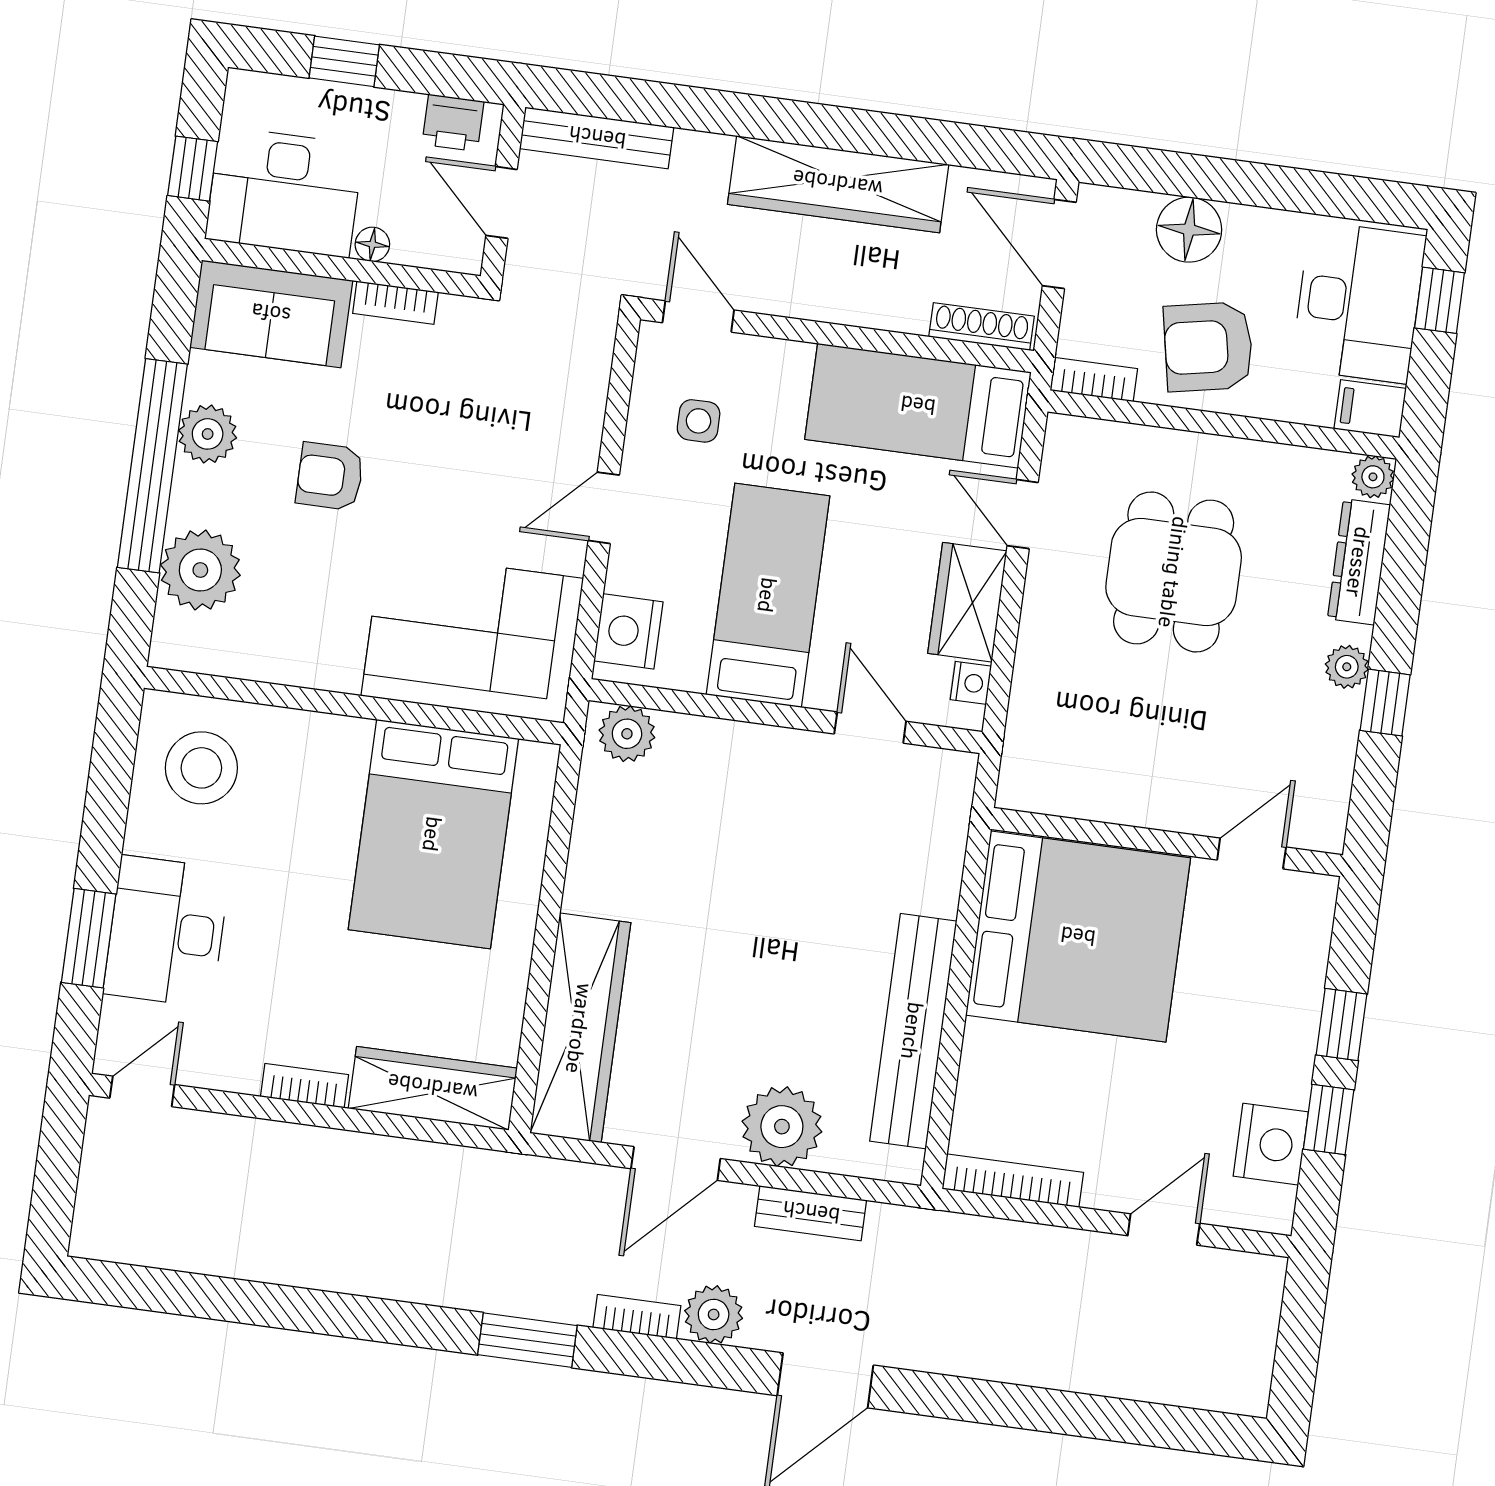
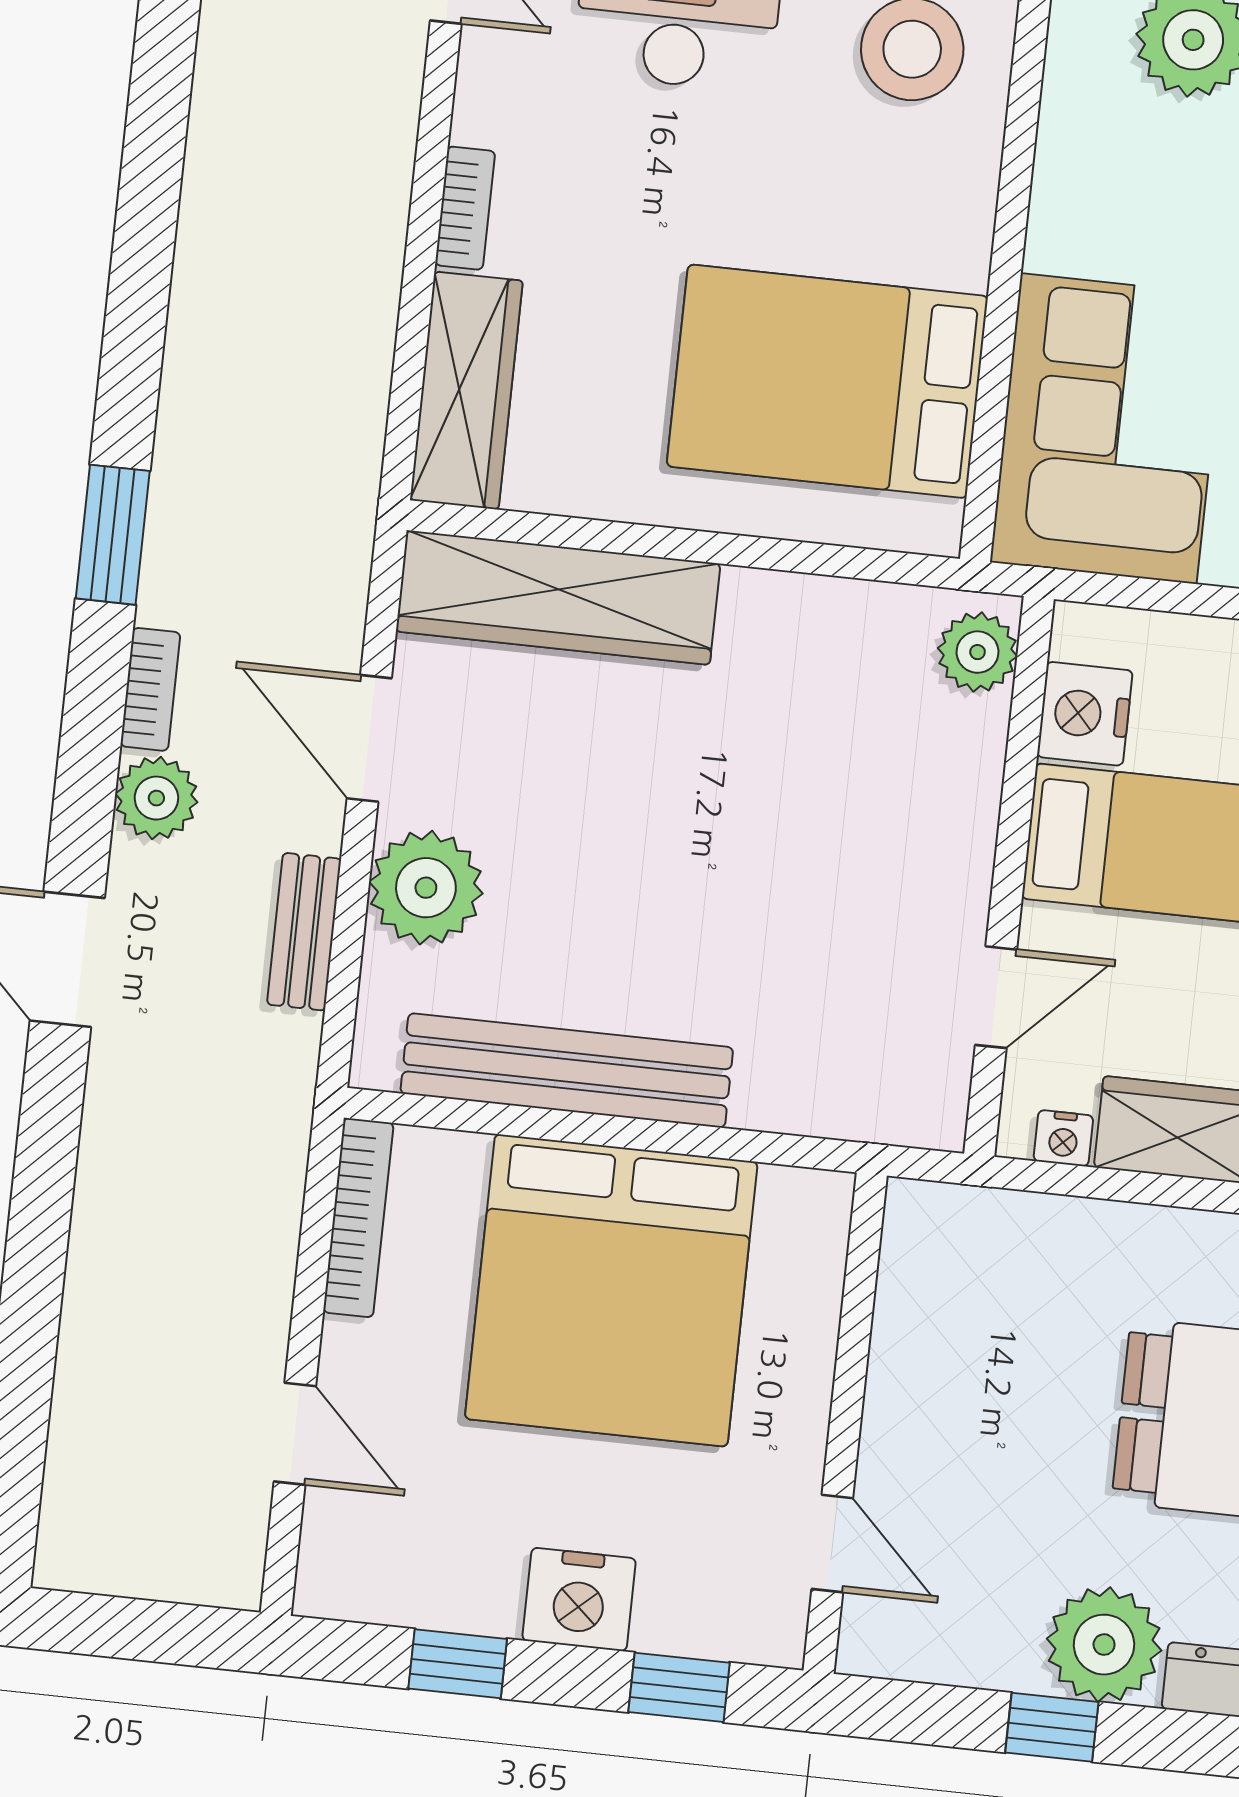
nightstand: (628, 631) -> (1085, 714), moved, turned -90
plant: (1347, 667) -> (1104, 1645), width x1.88, depth x1.88
bed: (1078, 937) -> (611, 1290), moved
window: (1342, 1025) -> (679, 1687), moved
nightstand: (1271, 1144) -> (579, 1599), moved

